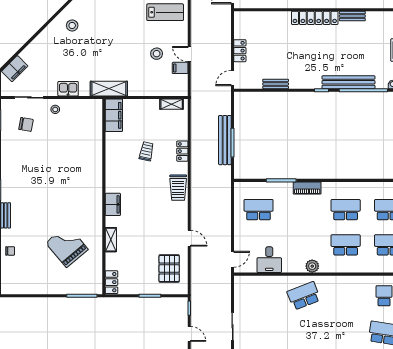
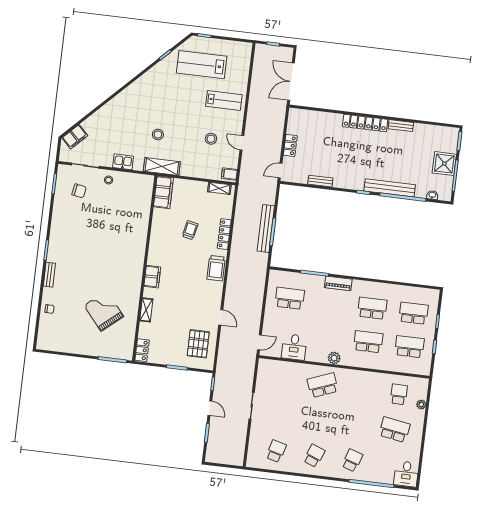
stool: (72, 25) -> (158, 134), moved
filing cabinet: (180, 68) -> (229, 174), moved
locker: (182, 151) -> (224, 234), width x1.53

